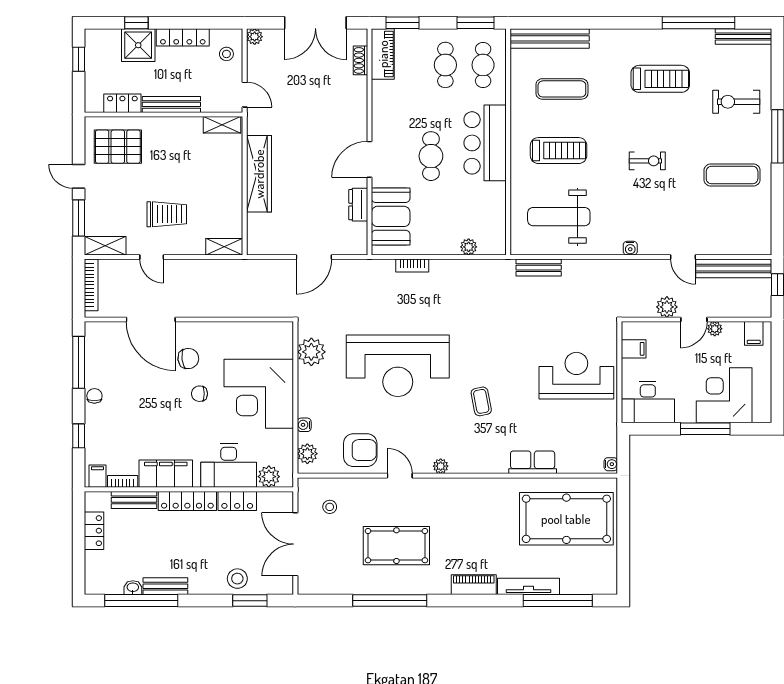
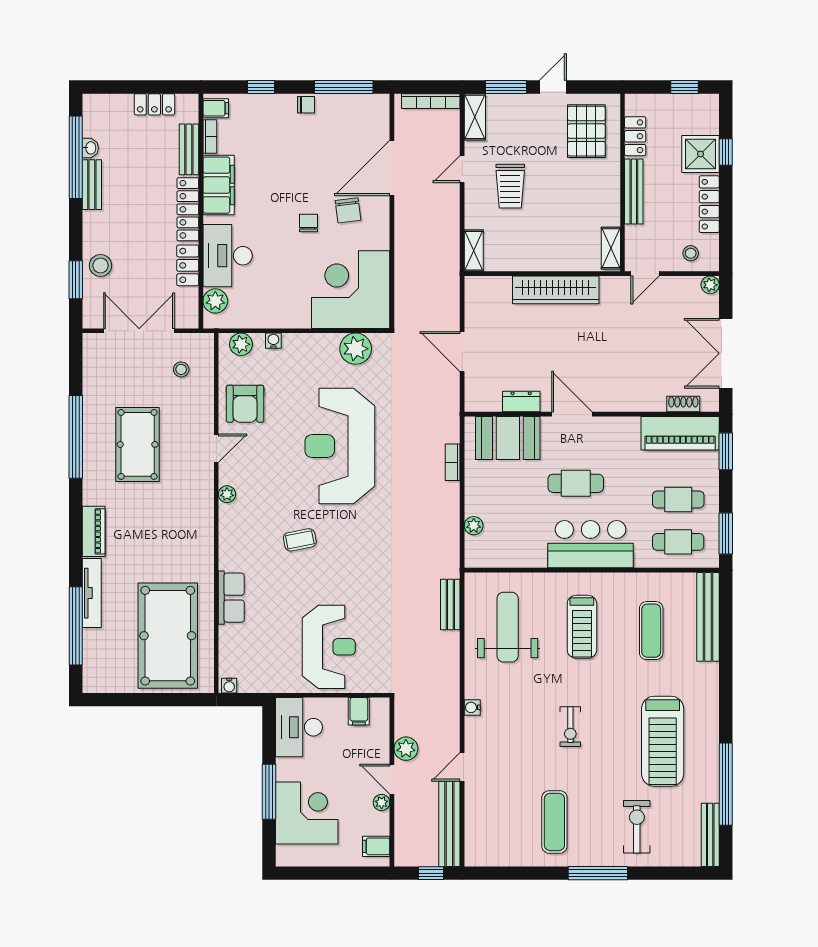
piano: (383, 54) -> (680, 433), width x1.37, depth x1.33
treadmill: (660, 79) -> (663, 741), width x1.37, depth x1.38
corner desk: (259, 394) -> (351, 290), moved

